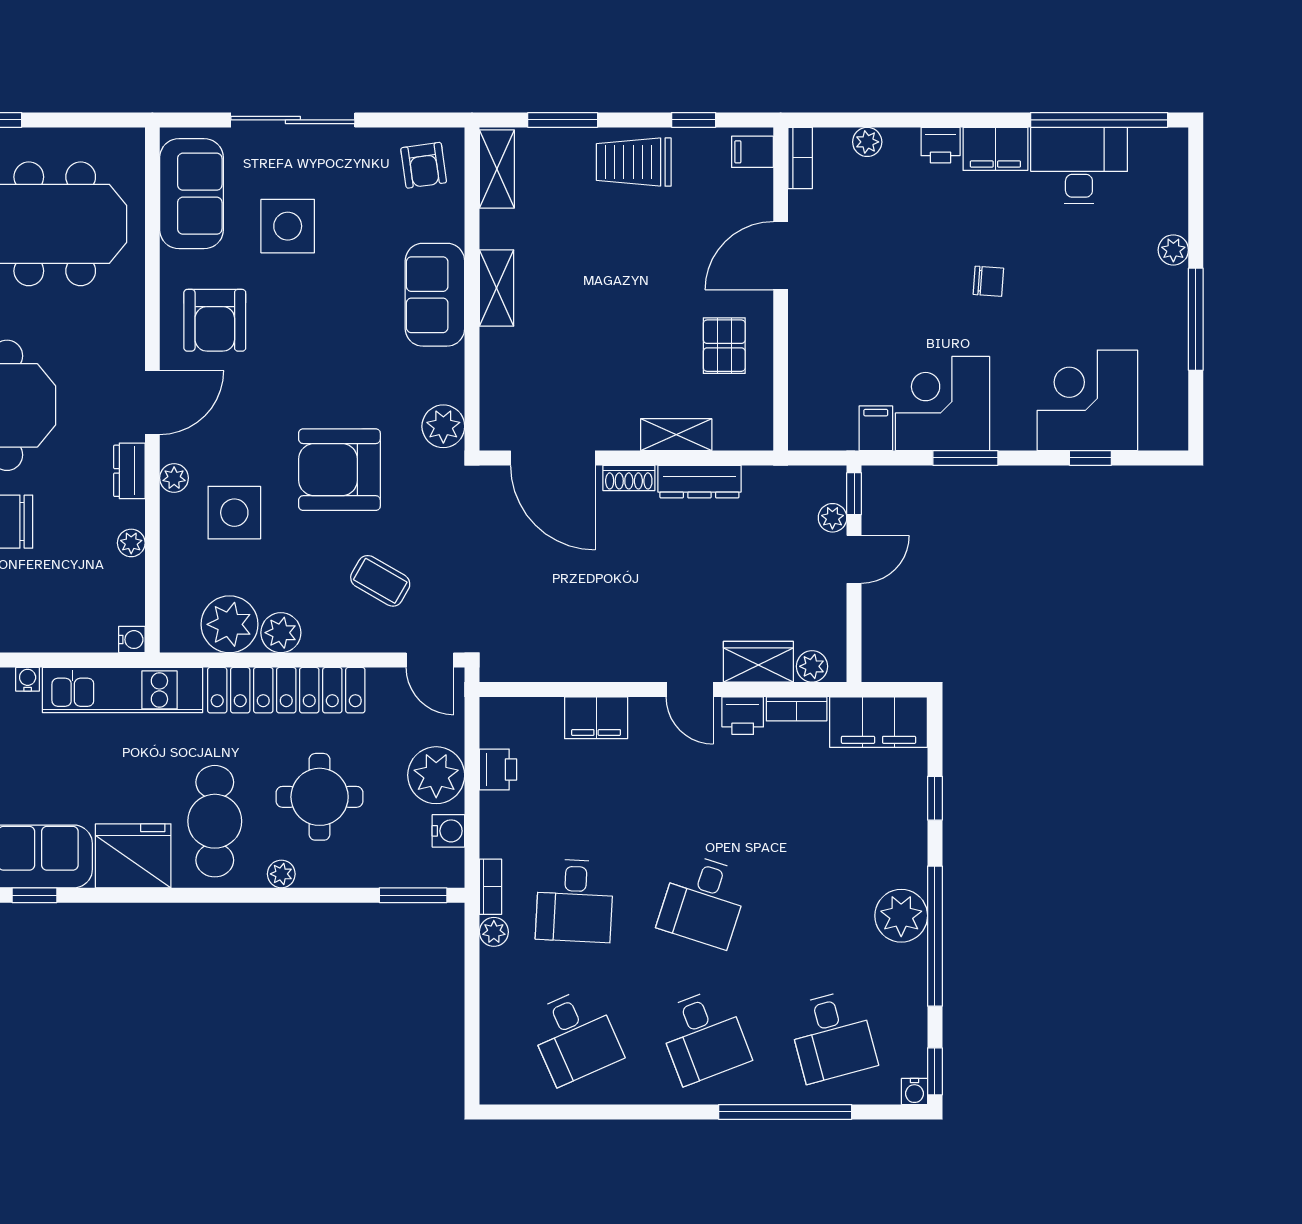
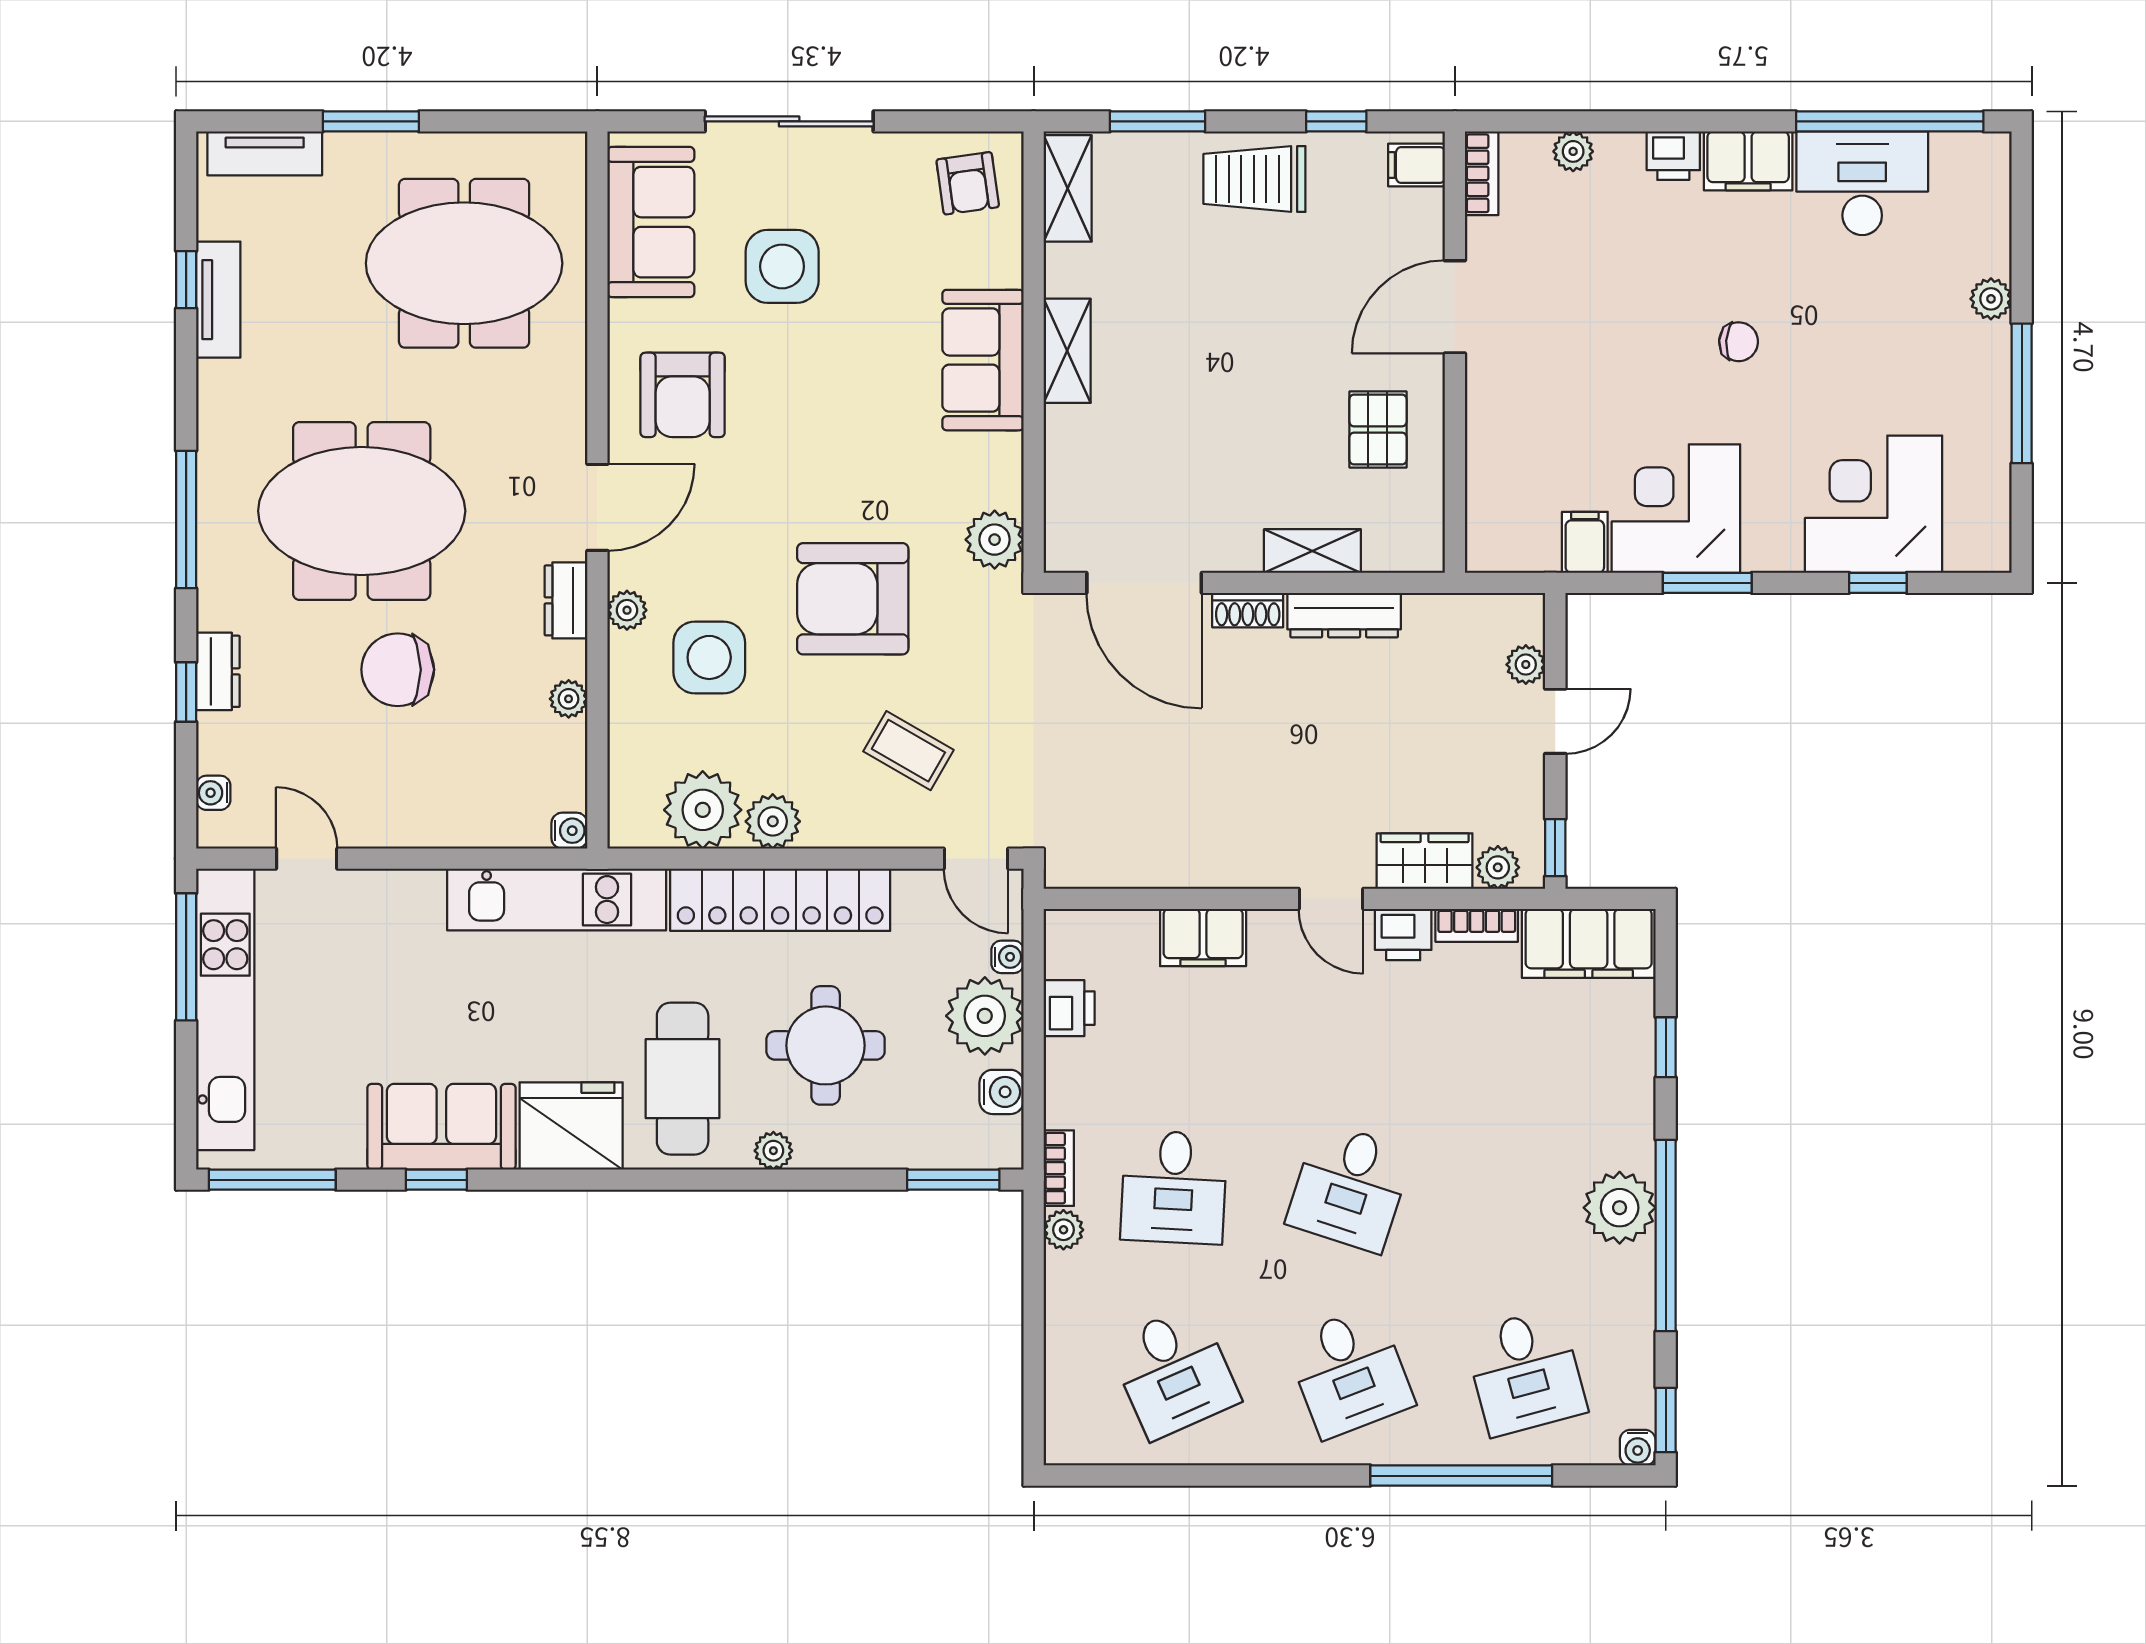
window: (854, 494) -> (1555, 848), moved
water cooler: (28, 679) -> (1007, 957), moved, turned 90

